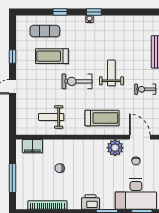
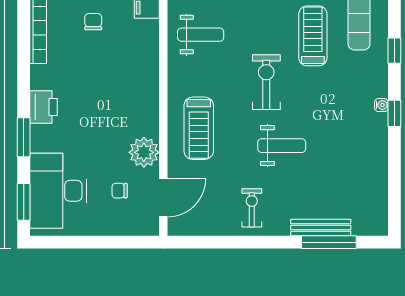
weight bench: (51, 117) -> (201, 35), turned 90
chair: (60, 168) -> (93, 22), moved

